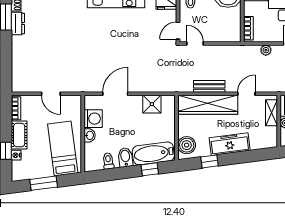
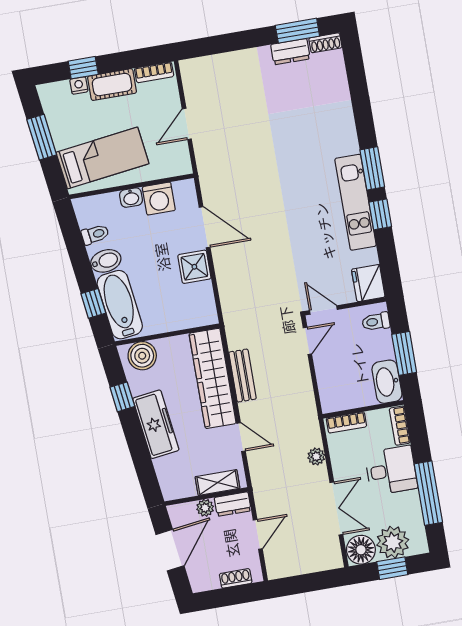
shower: (152, 104) -> (194, 267), moved

